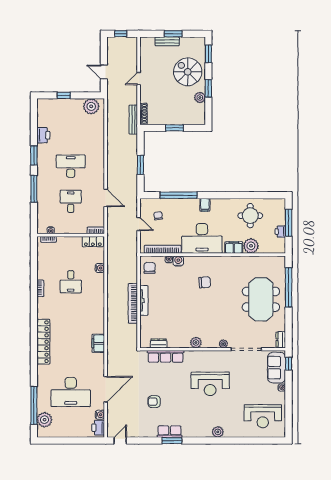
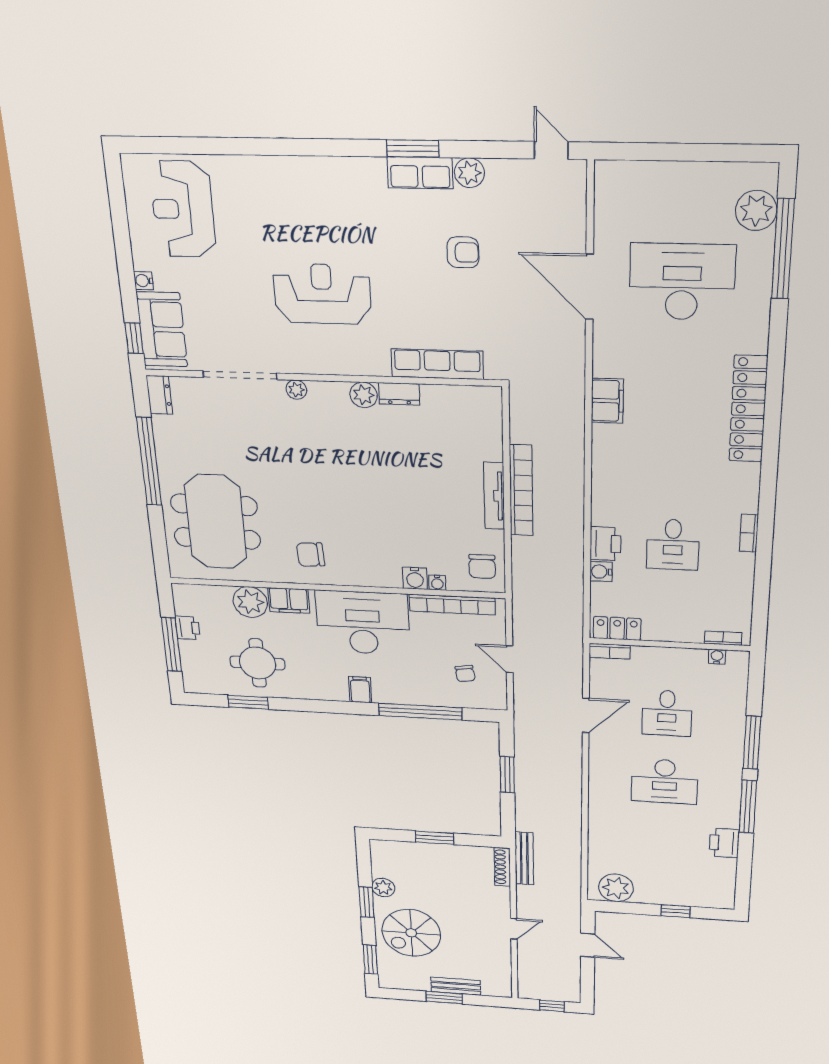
spiral stairs: (188, 72) -> (411, 933), turned 90
window: (34, 155) -> (748, 807), width x1.44
window: (256, 195) -> (248, 702), added
door: (106, 198) -> (586, 715), swing flipped
desk: (71, 282) -> (673, 545), turned 180
chair: (205, 282) -> (310, 555), moved
window: (289, 287) -> (149, 462), moved
meeting table: (261, 299) -> (216, 522), moved
dresser: (159, 343) -> (399, 394), moved
door: (106, 389) -> (589, 287), hinge flipped
water cooler: (100, 415) -> (606, 221), removed
reception desk: (263, 416) -> (183, 209), turned -90
printer: (98, 428) -> (605, 544), moved
plant: (218, 432) -> (469, 173), moved
door: (120, 441) -> (551, 150), swing flipped

